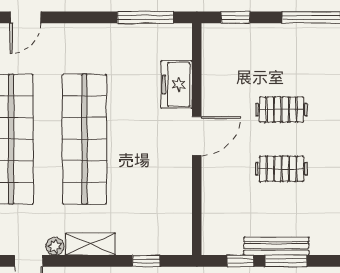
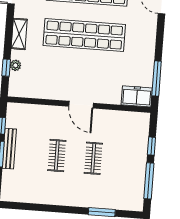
window: (236, 17) -> (151, 146), moved
freezer: (177, 85) -> (137, 96), moved
plant: (55, 246) -> (15, 65), moved

